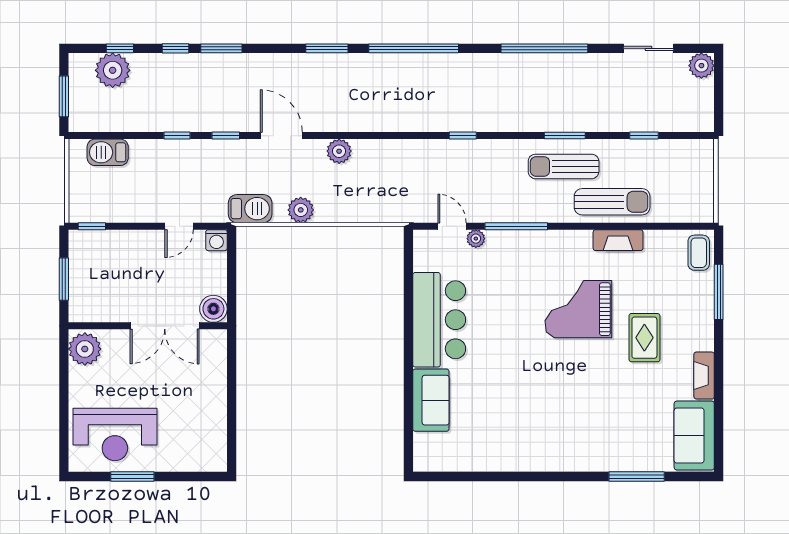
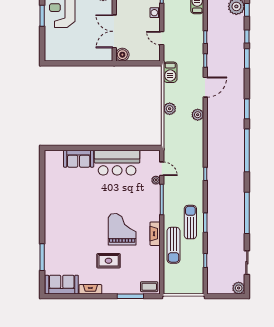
plant: (301, 210) -> (170, 109), moved
door: (452, 226) -> (162, 169), hinge flipped
washing machine: (216, 240) -> (155, 13), moved
fireplace: (618, 240) -> (155, 234), moved

